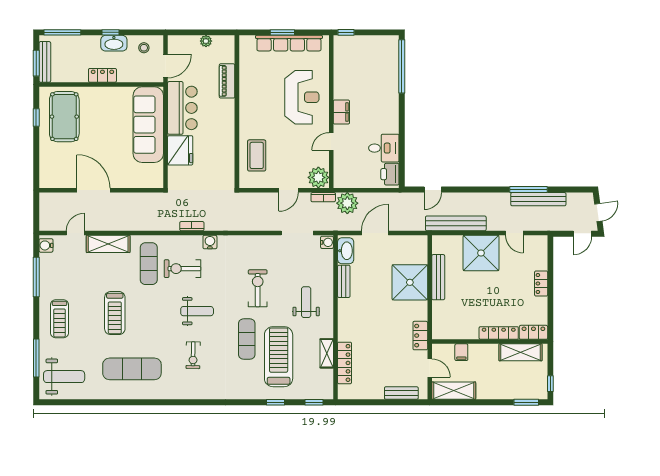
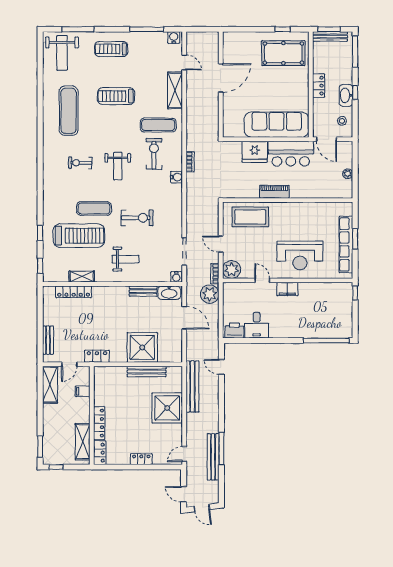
piano: (227, 81) -> (274, 192), moved
coffee table: (257, 155) -> (250, 217), width x1.36, depth x1.32
door: (514, 233) -> (184, 454), moved

